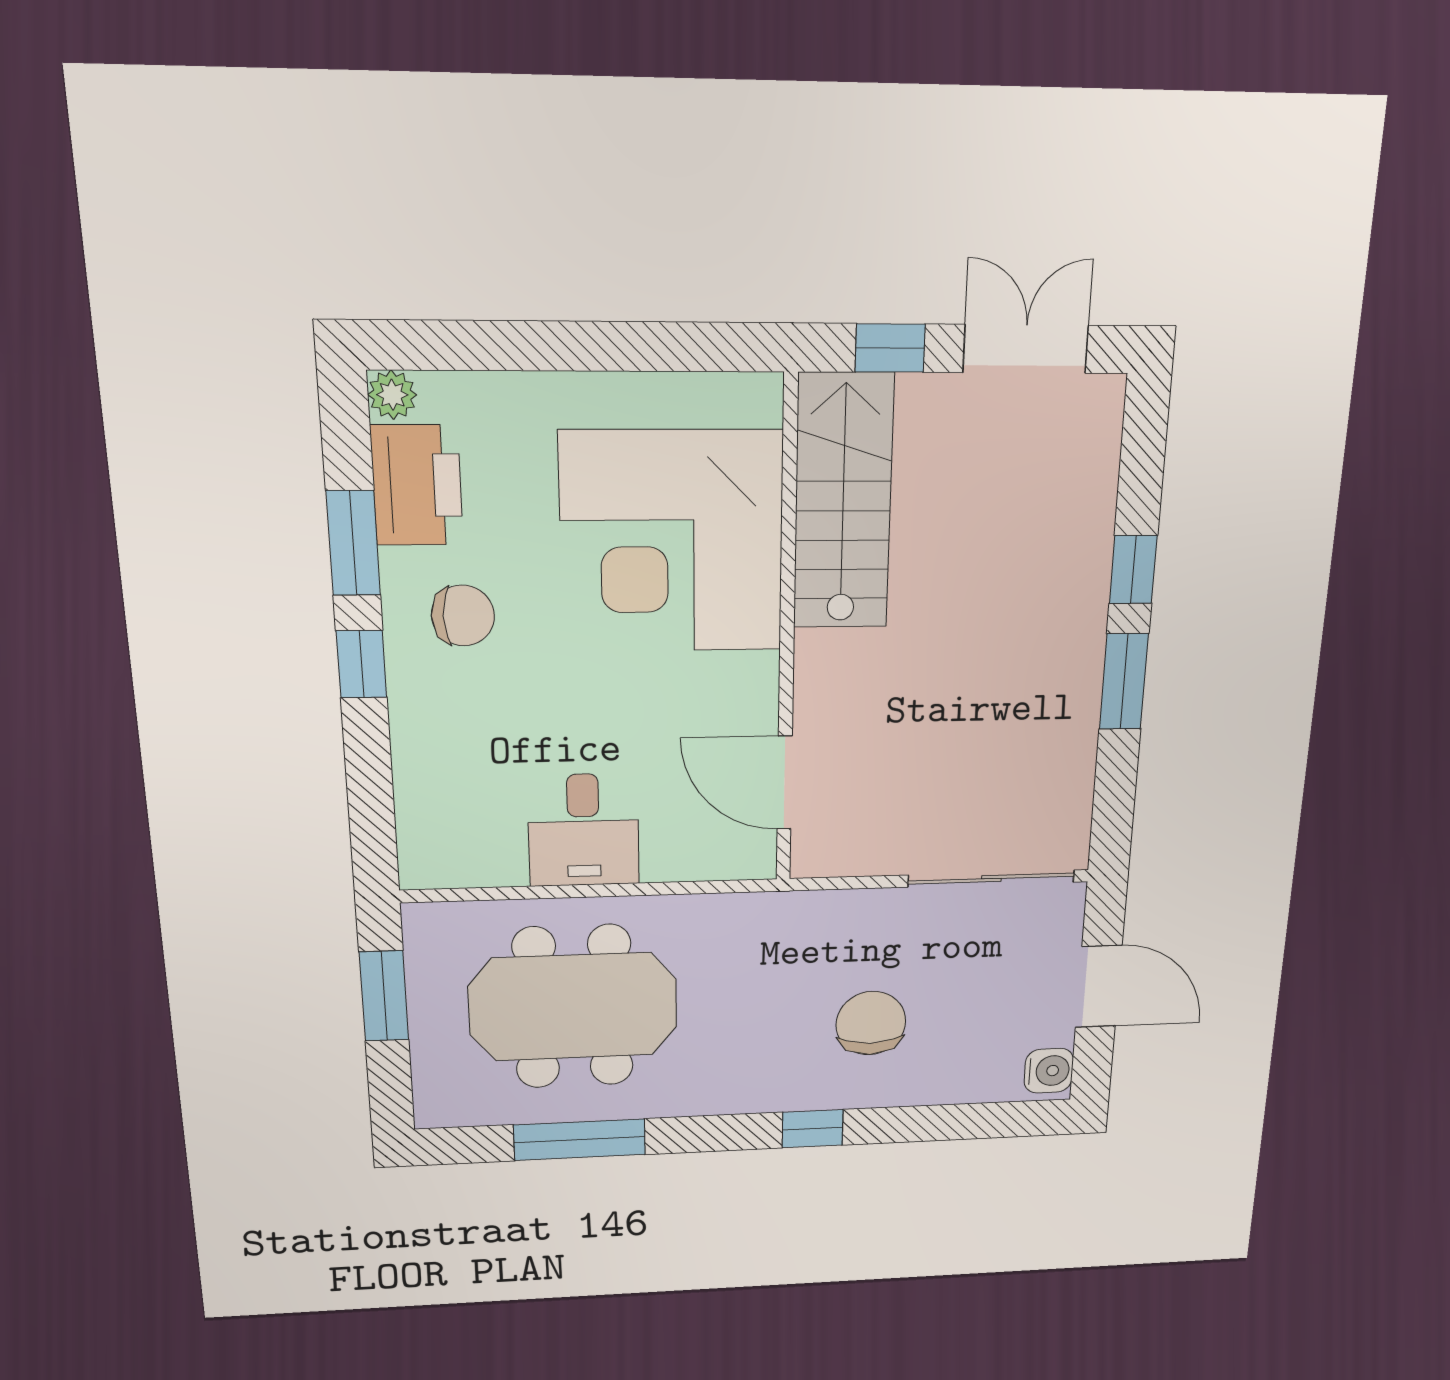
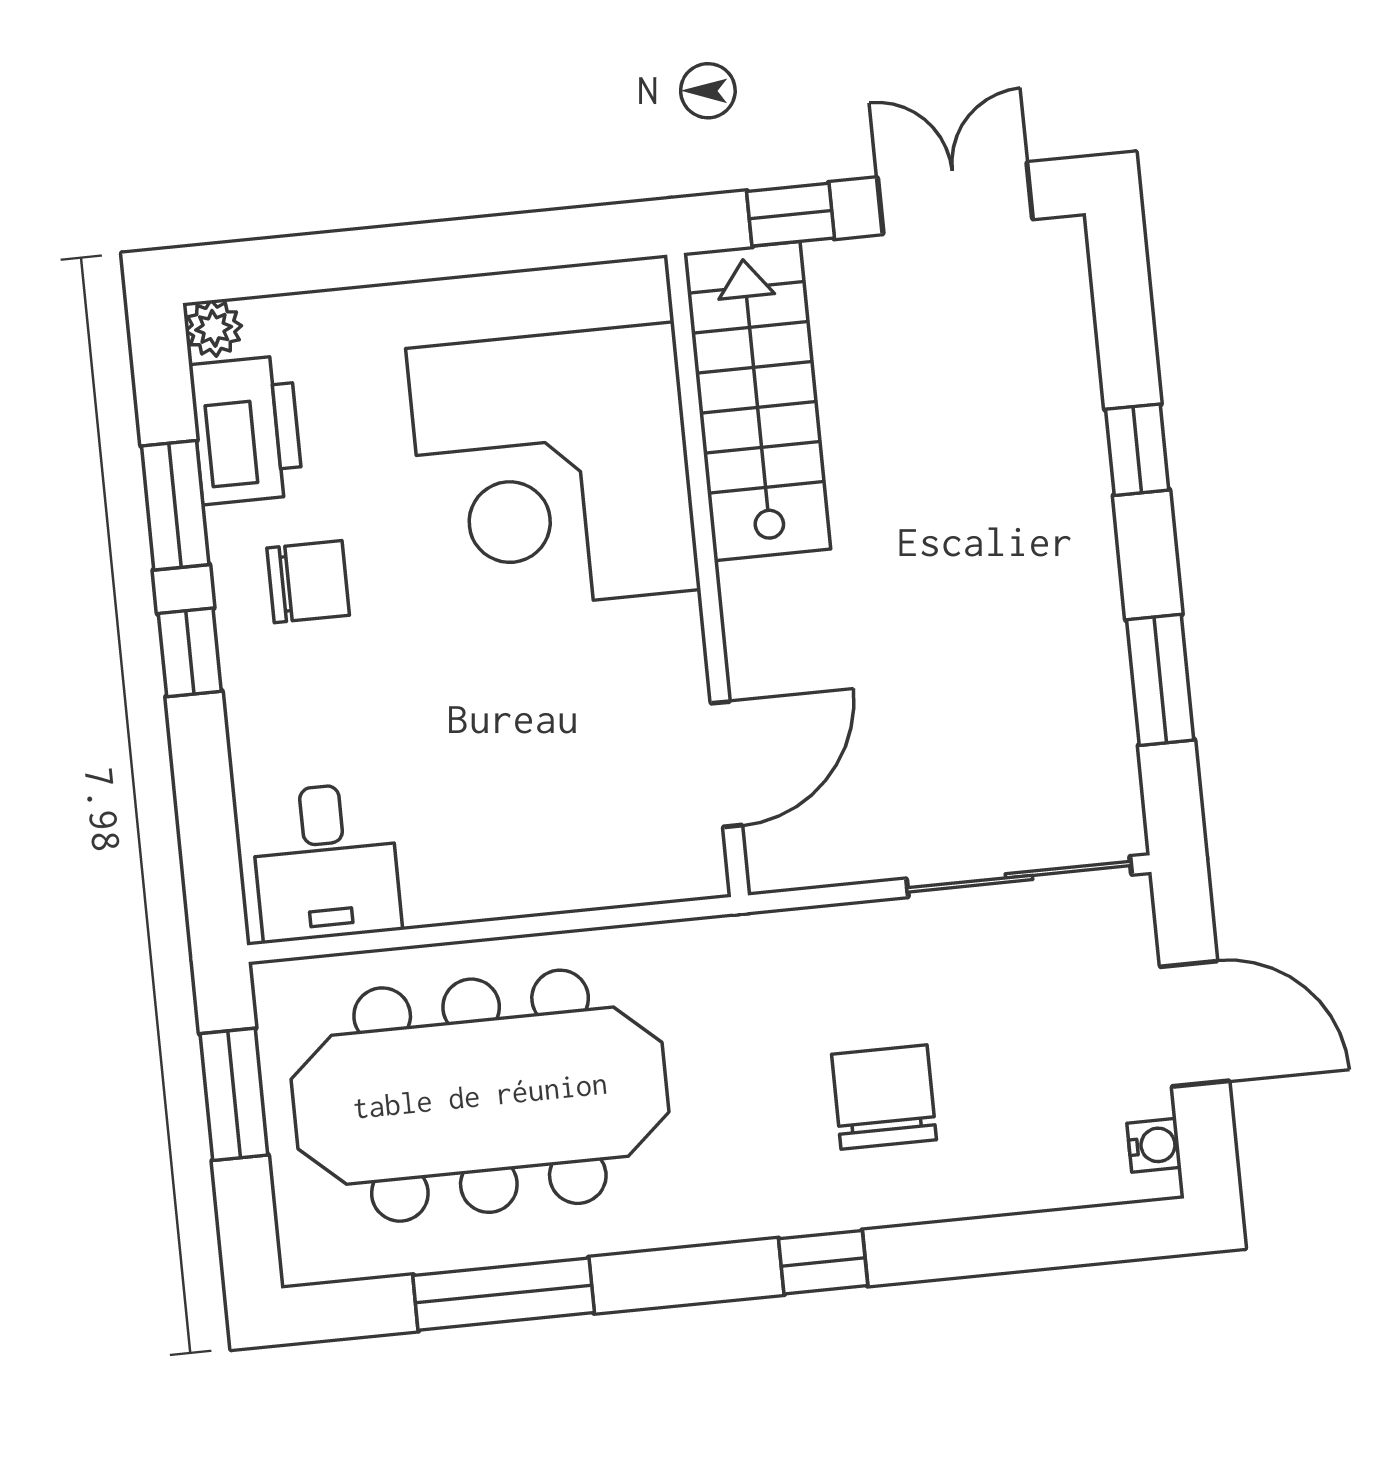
window: (1124, 681) -> (1160, 680), moved
door: (785, 783) -> (726, 764), swing flipped
desk: (583, 830) -> (326, 862), moved
meeting table: (573, 1007) -> (480, 1096), width x1.36
water cooler: (1049, 1071) -> (1154, 1145), width x0.72, depth x0.72

